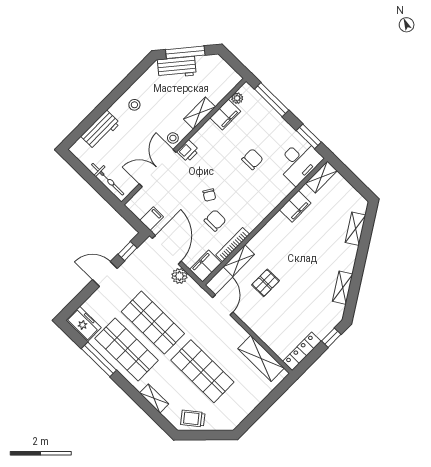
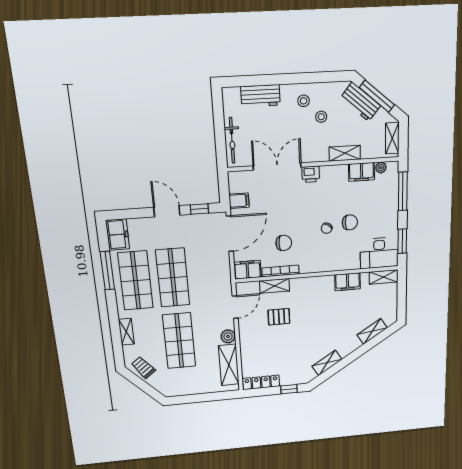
shelving: (225, 70) -> (392, 138), added
stool: (173, 138) -> (321, 117), moved
chair: (209, 195) -> (327, 228), moved
plant: (179, 276) -> (228, 336), moved

